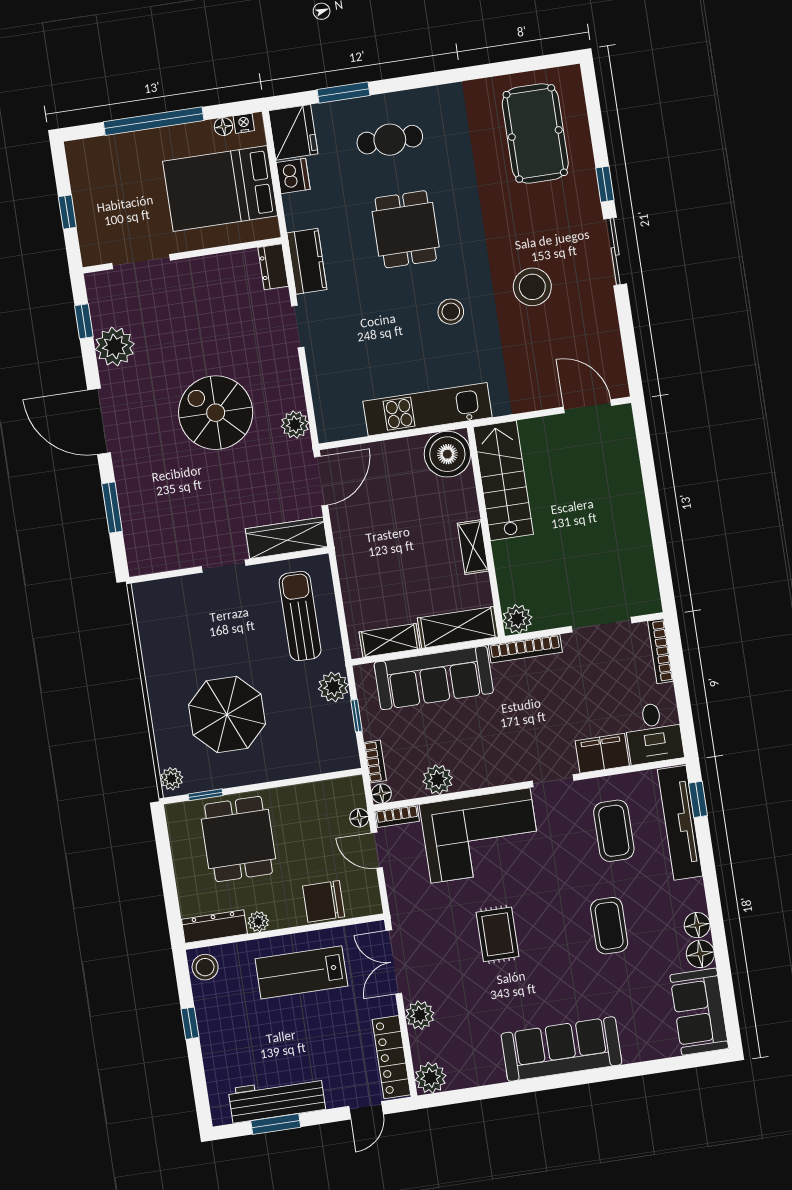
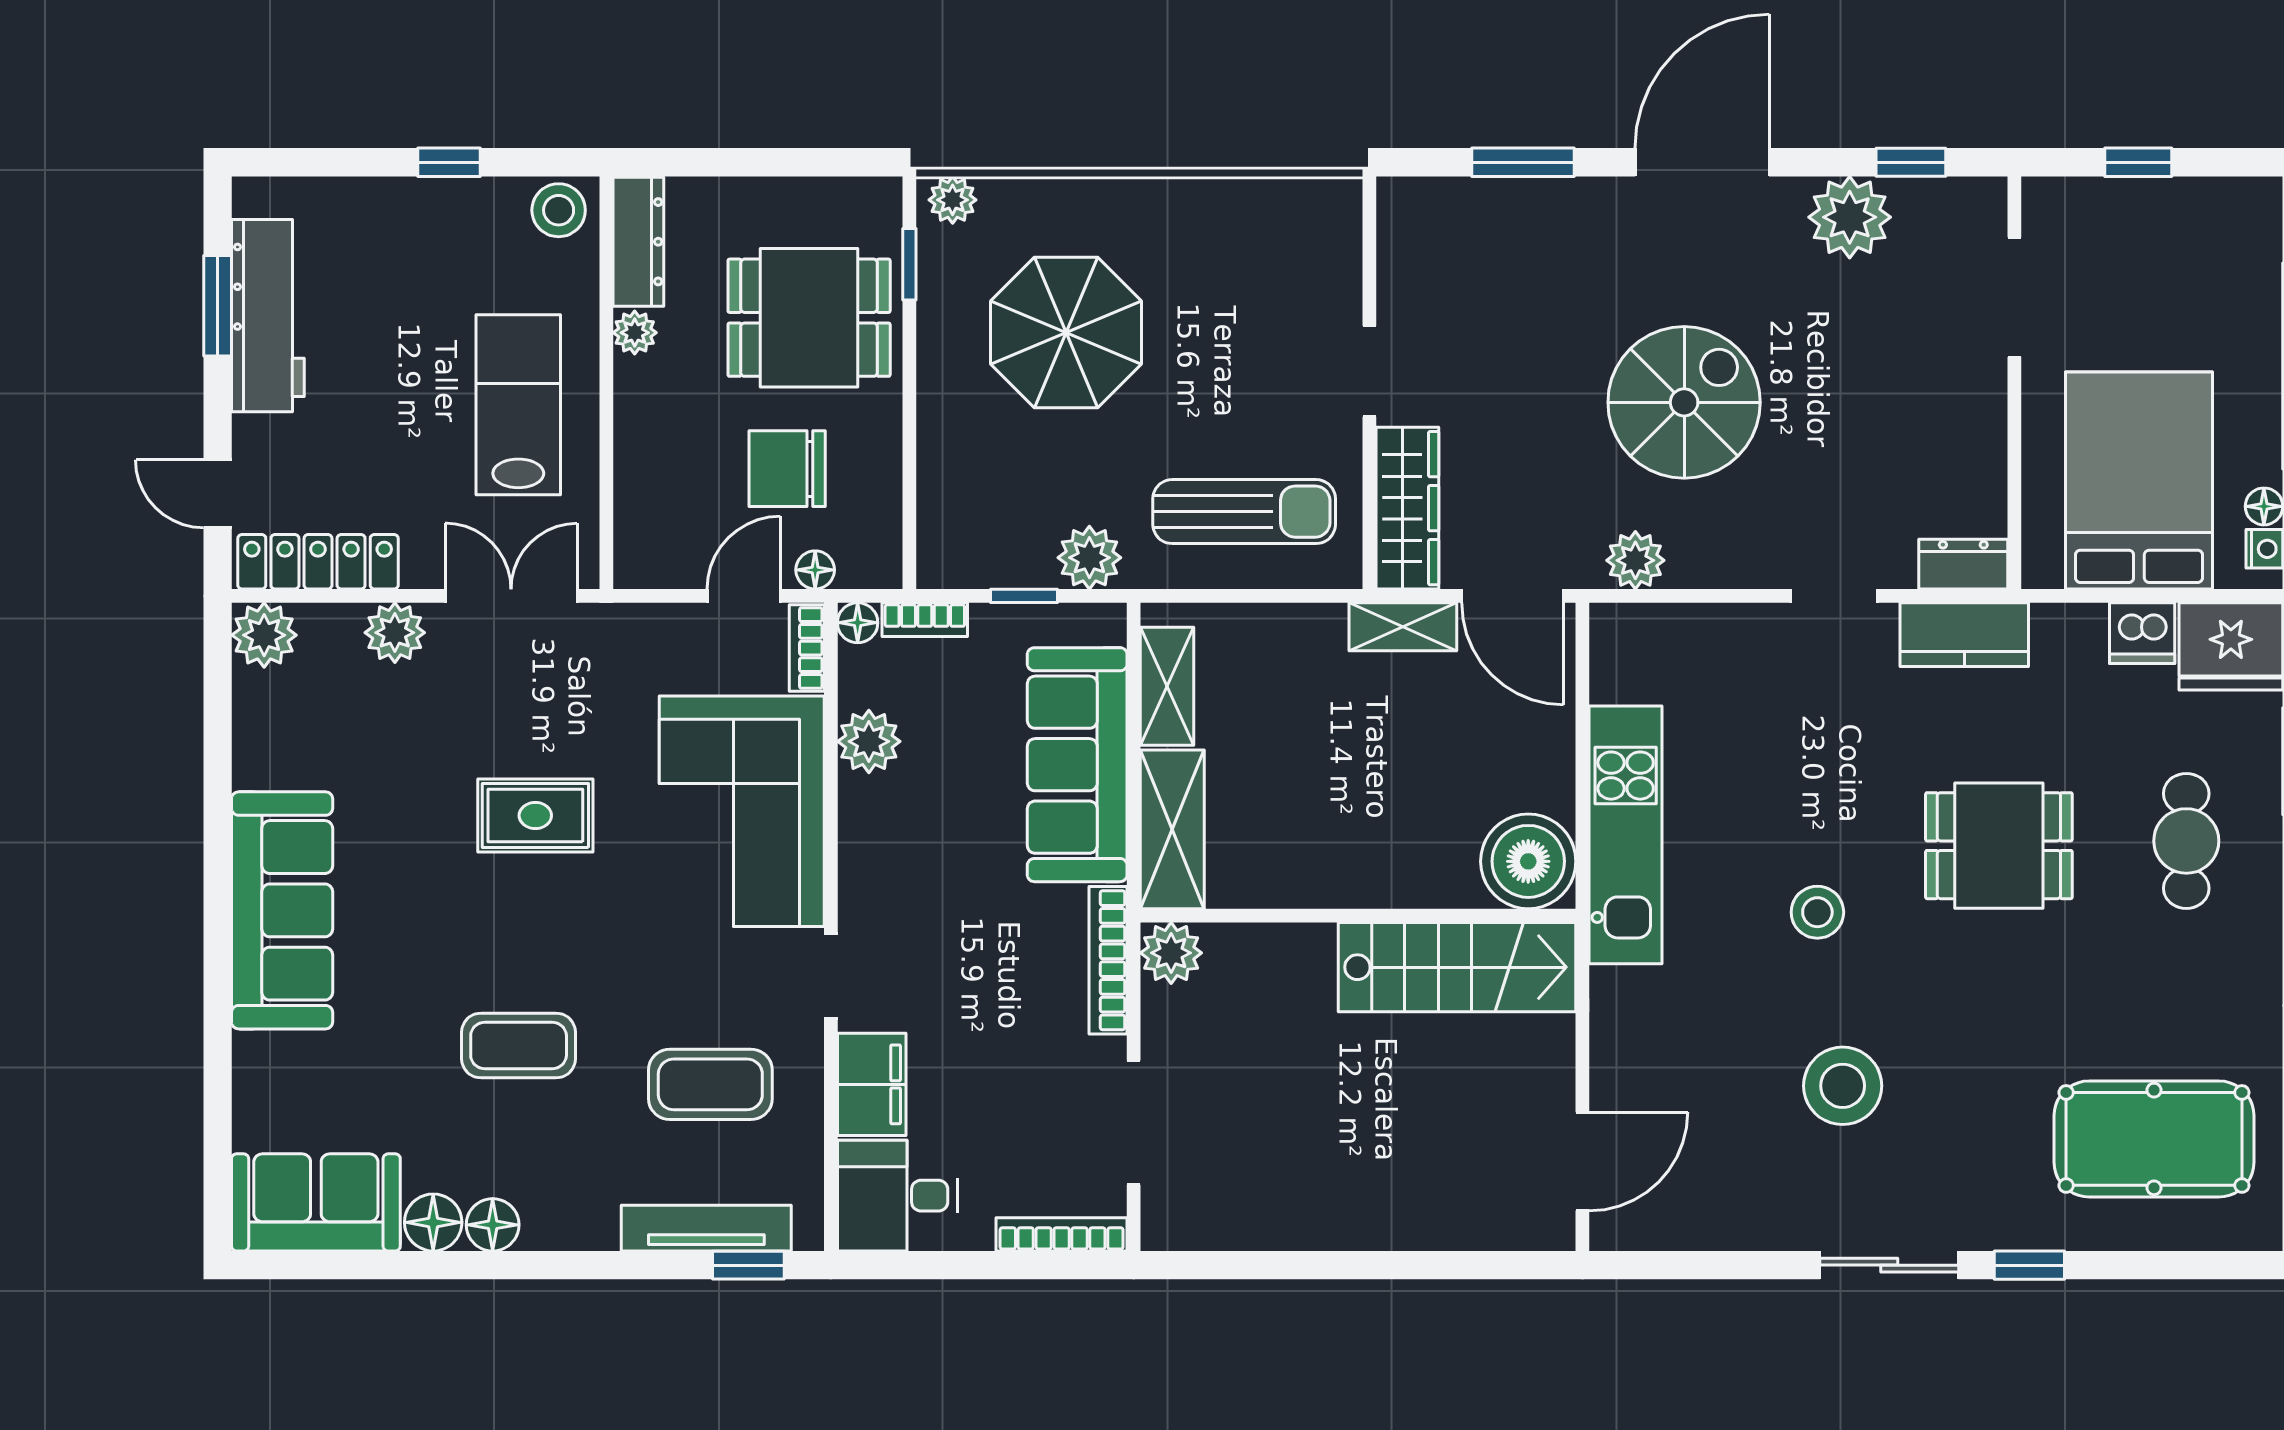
shelving: (473, 547) -> (1403, 627), moved
tv unit: (680, 823) -> (706, 1228), width x0.73, depth x0.78
chair: (324, 901) -> (787, 469), moved, turned -90

